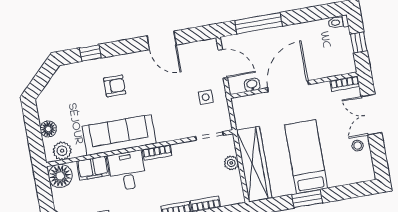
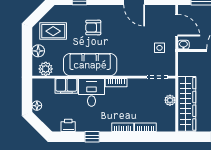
washbasin: (252, 85) -> (183, 45), moved
armchair: (115, 86) -> (93, 28), turned 180
rug: (63, 100) -> (53, 31), added
floor lamp: (60, 176) -> (37, 106), moved, width x0.53, depth x0.53

